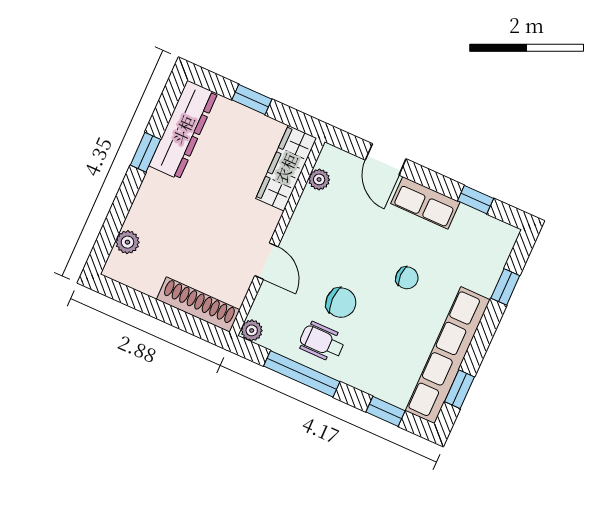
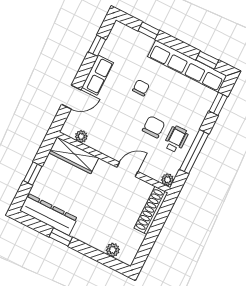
wheelchair: (322, 342) -> (176, 139), turned 180

